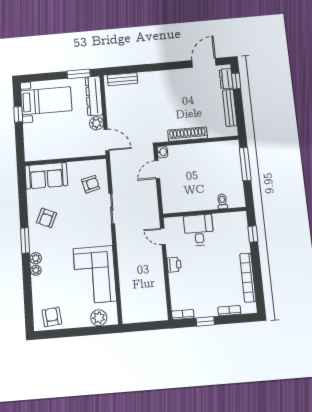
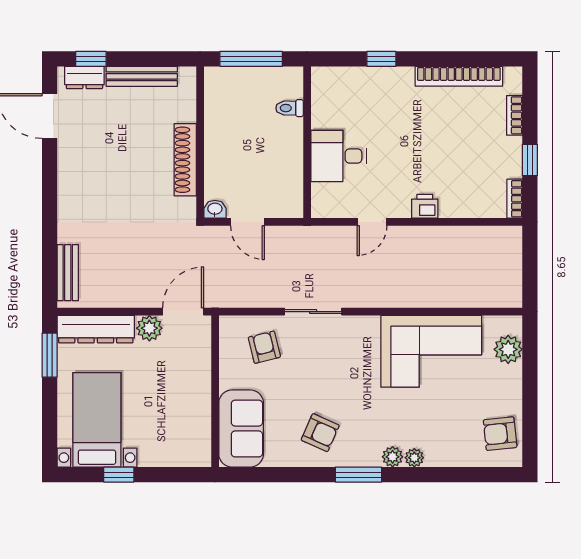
toilet: (222, 201) -> (290, 108), moved
wall: (205, 212) -> (307, 142), moved
desk: (199, 230) -> (339, 156), moved

